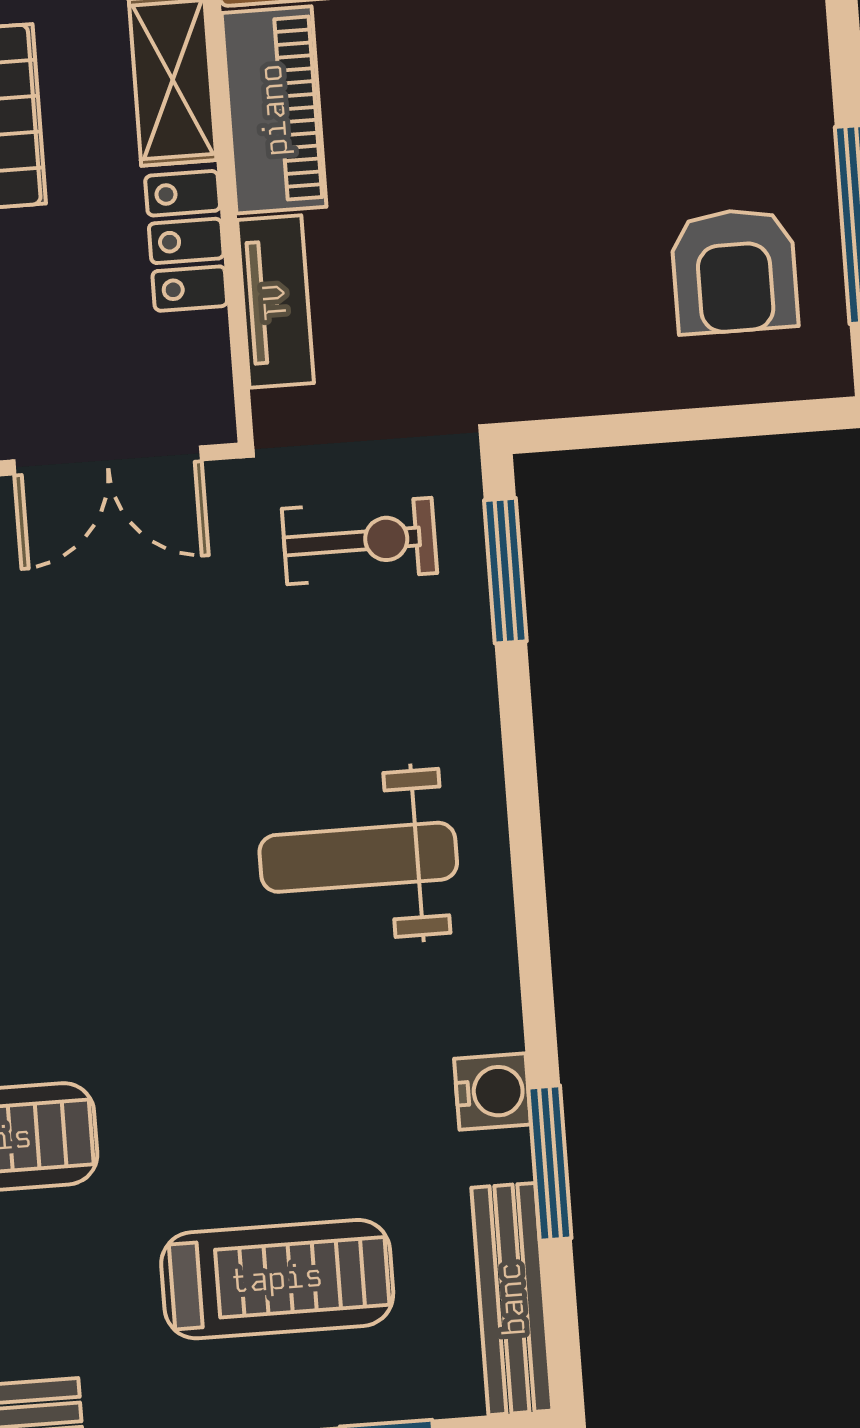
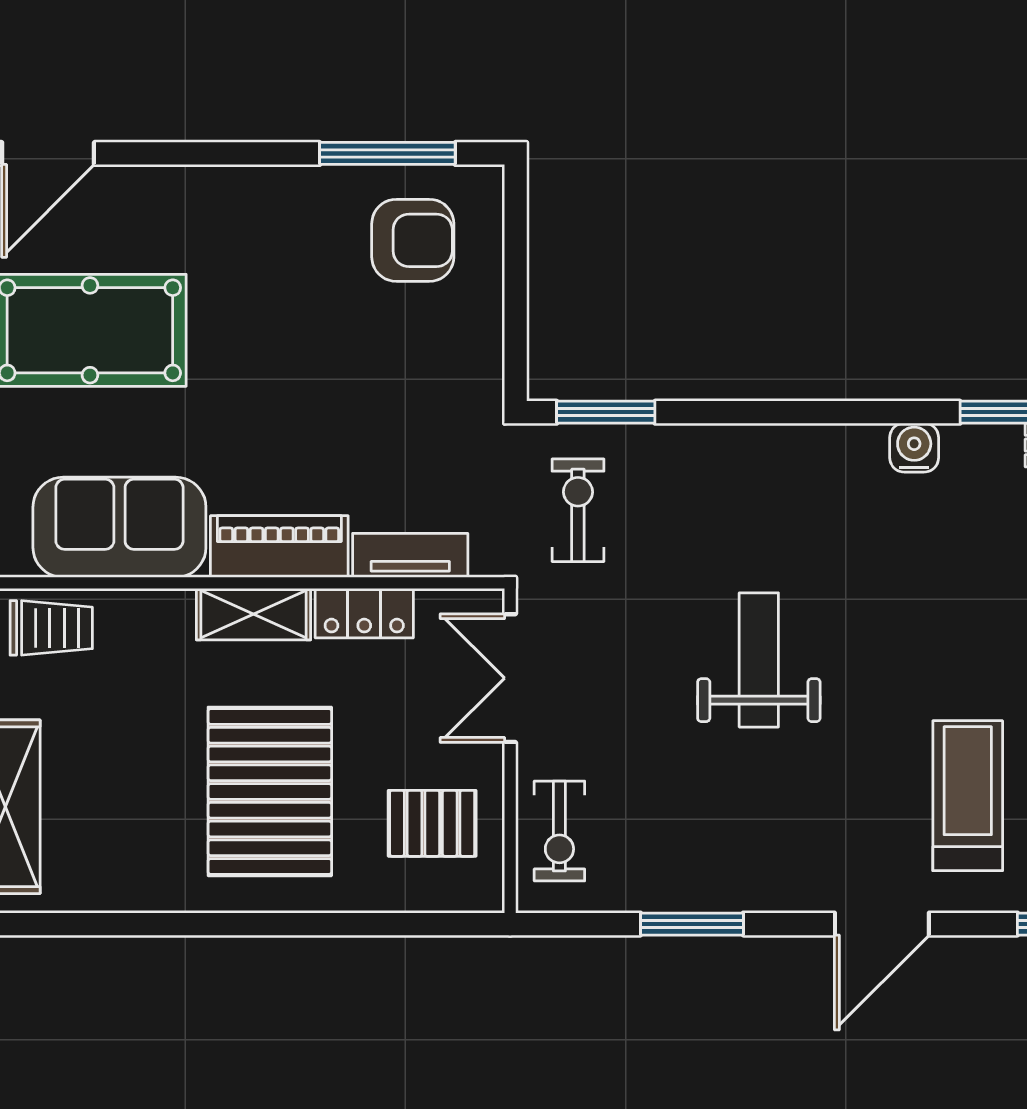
double door: (108, 460) -> (510, 678), swing flipped
weight bench: (358, 857) -> (759, 660), moved, turned 180
water cooler: (493, 1092) -> (914, 448), moved

